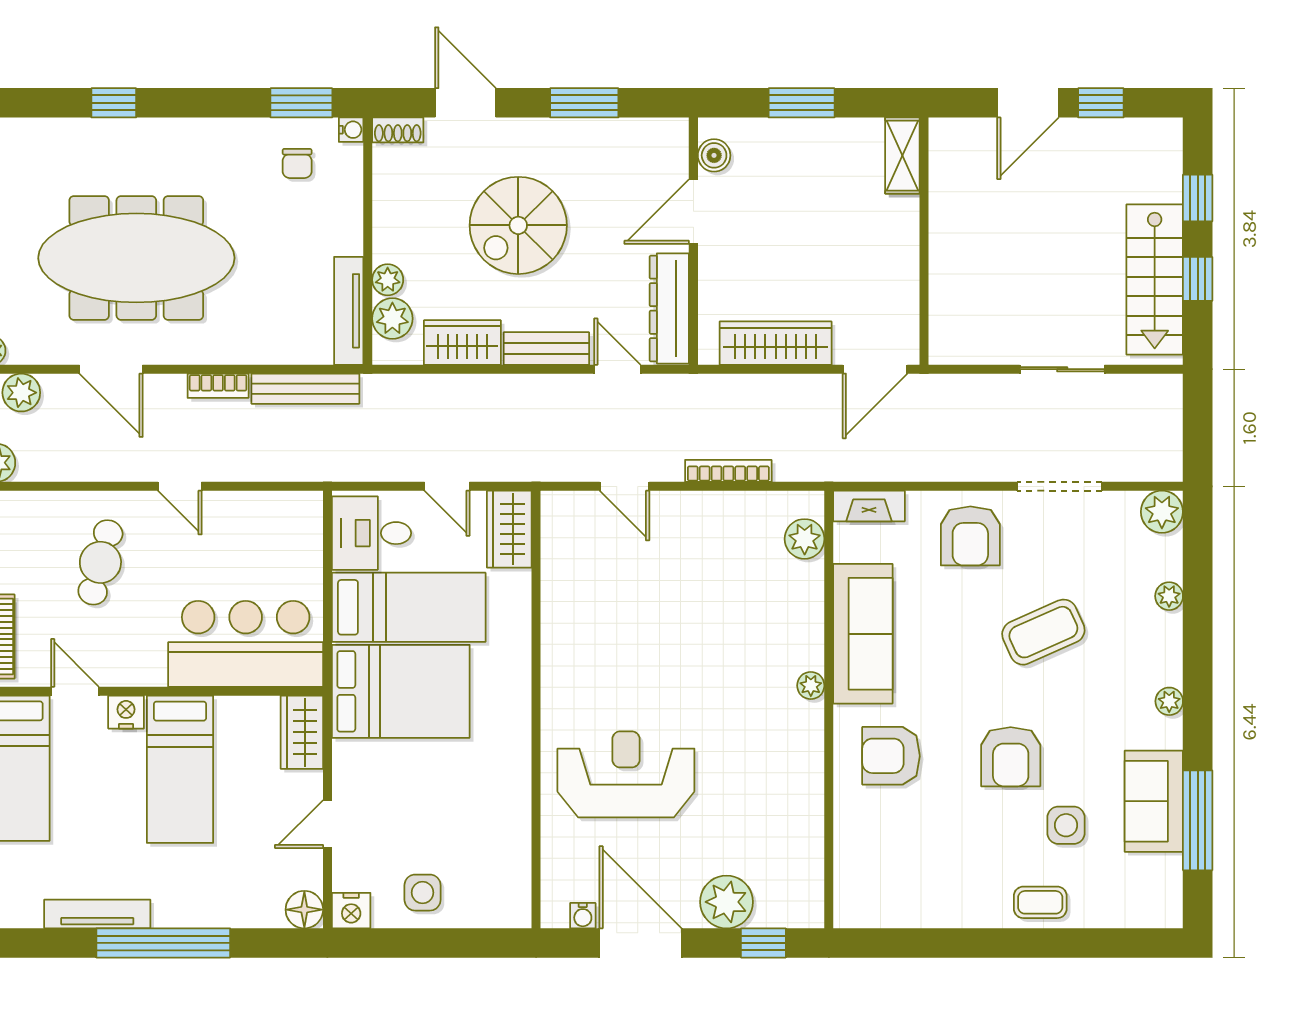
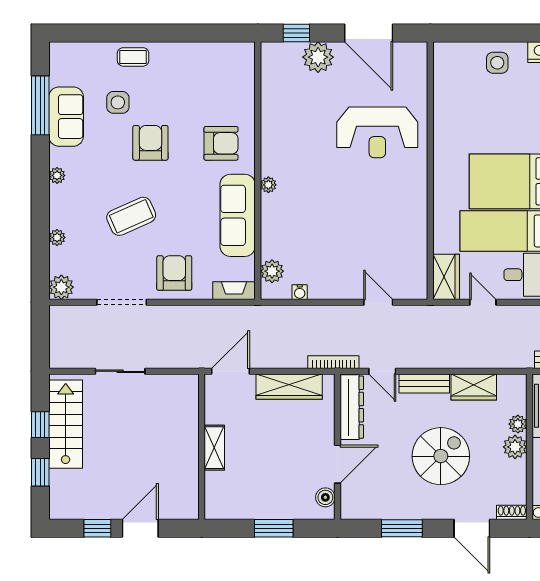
shelving: (902, 156) -> (214, 448), moved
plant: (392, 319) -> (515, 447), moved
bookcase: (728, 471) -> (333, 362), moved, turned 180
water cooler: (583, 916) -> (300, 292), moved, turned 180

